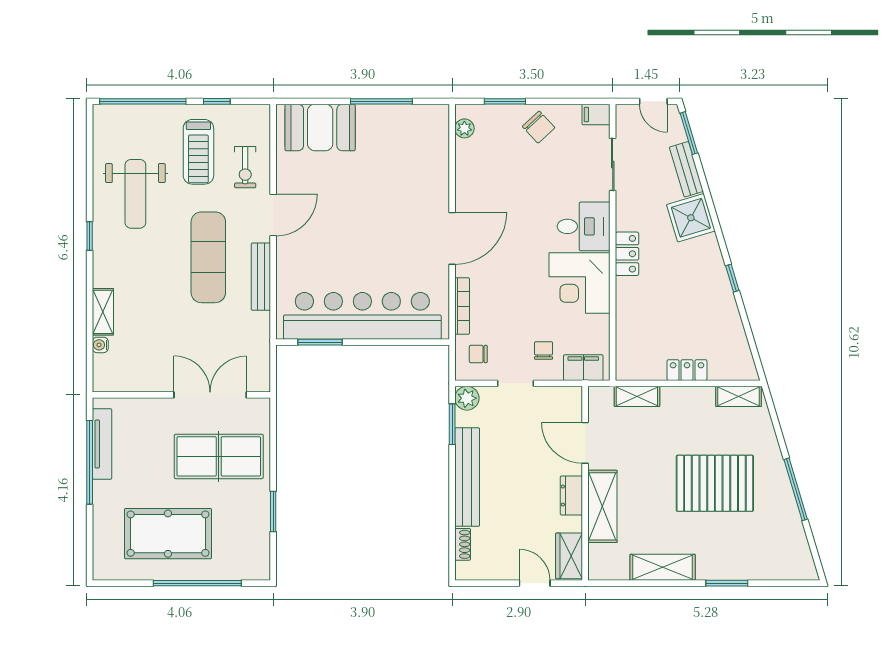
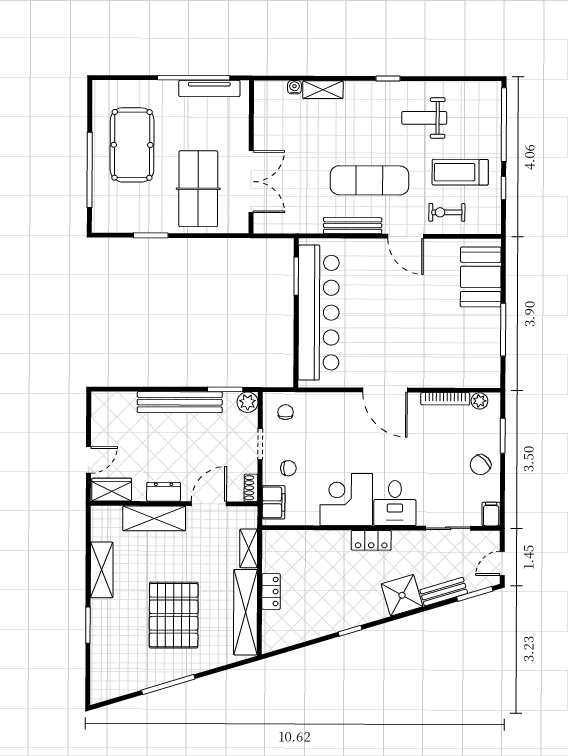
weight bench: (135, 194) -> (424, 118), width x0.73, depth x0.75
bookcase: (462, 306) -> (445, 399), moved
shelving: (738, 396) -> (245, 612), width x2.20, depth x1.33
shoe rack: (463, 544) -> (251, 488), moved, turned 90

